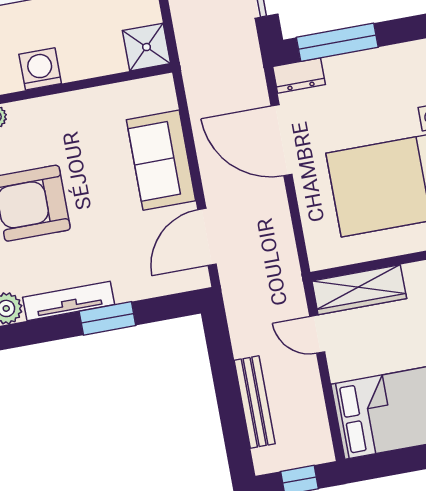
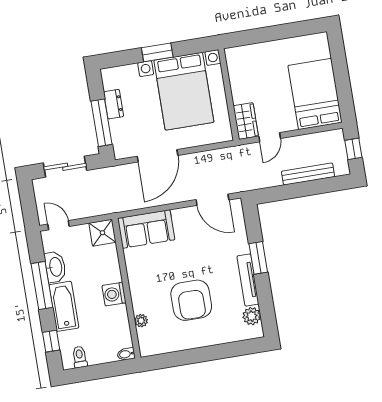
dresser: (299, 75) -> (114, 104), moved
sofa: (161, 160) -> (146, 229), moved
wardrobe: (359, 290) -> (246, 121), width x0.67

